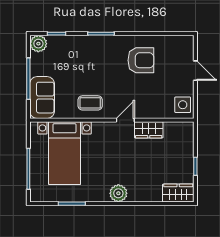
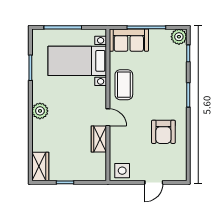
coffee table: (90, 103) -> (124, 85), width x1.36, depth x1.30

